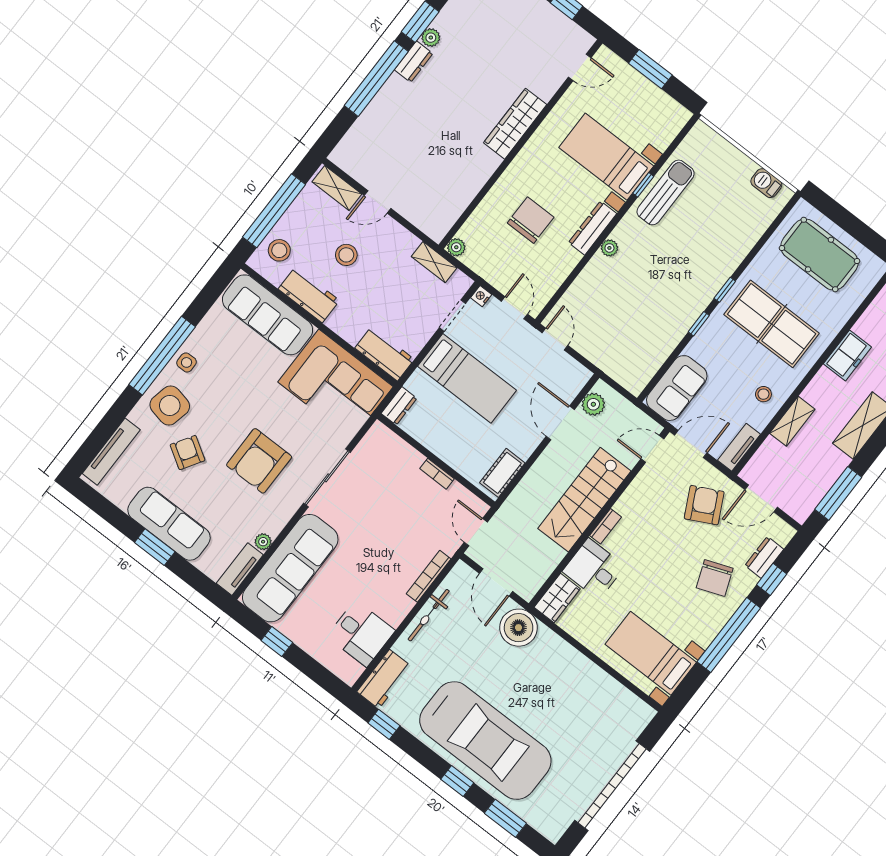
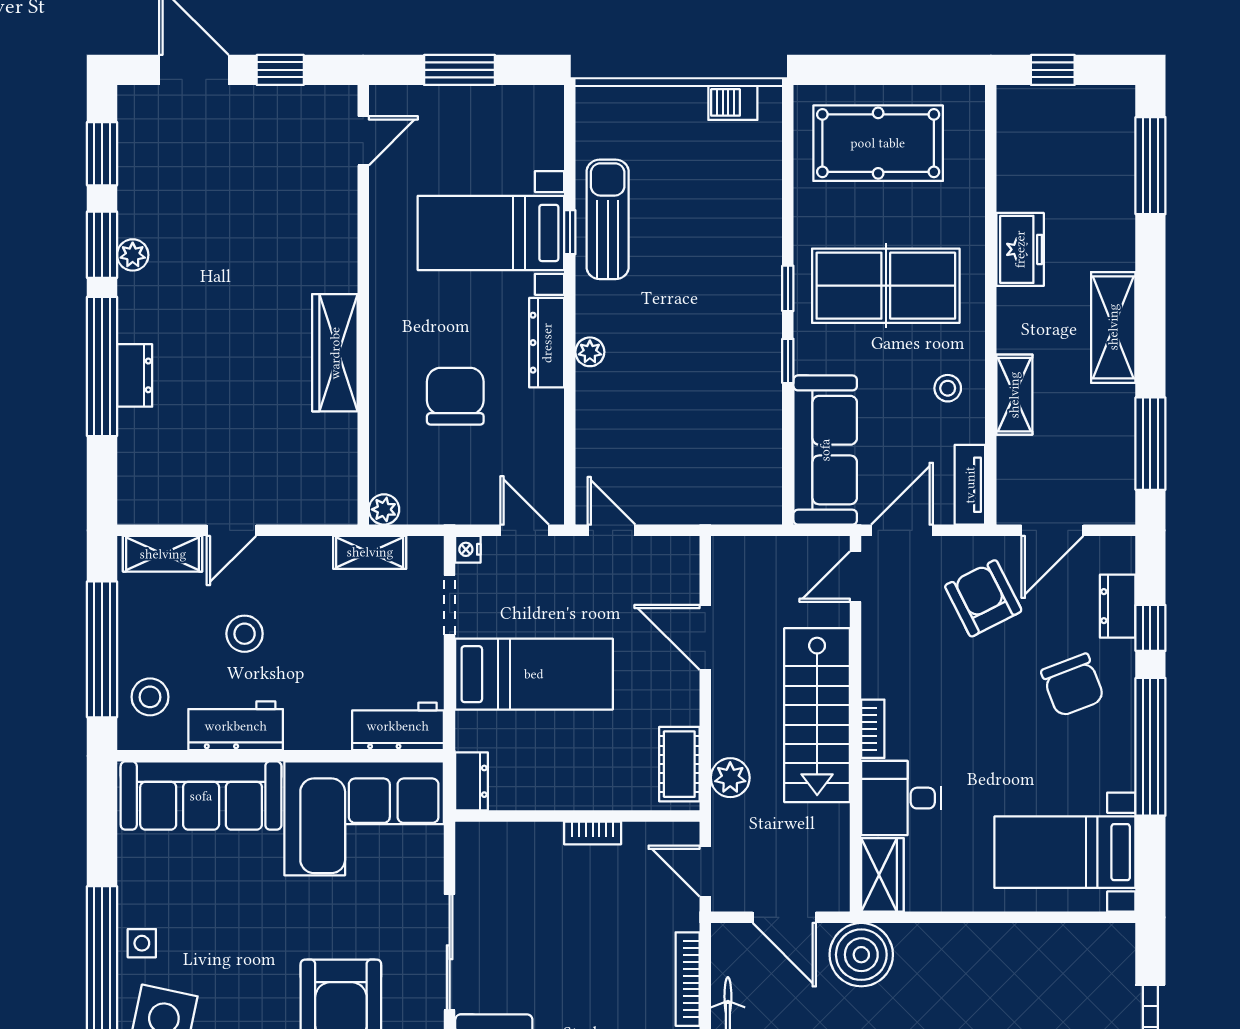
dresser: (414, 62) -> (135, 375), moved
wardrobe: (515, 124) -> (335, 353), moved
sofa: (677, 388) -> (825, 450), width x1.36
plant: (593, 404) -> (730, 778), moved

